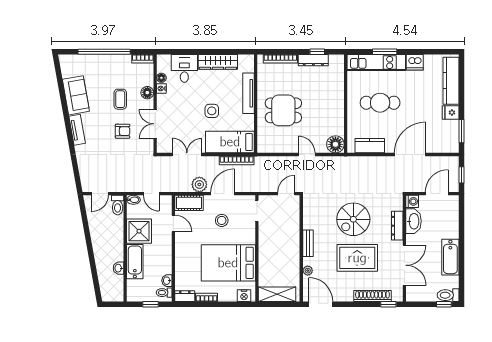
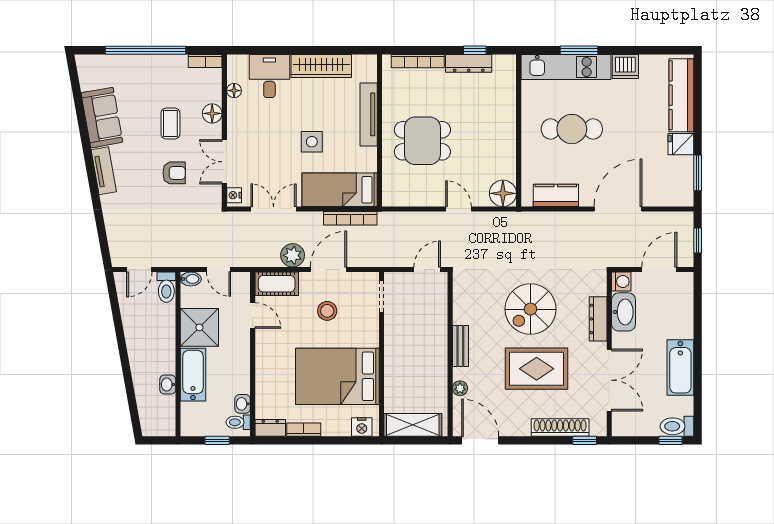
nightstand: (161, 89) -> (234, 195), moved

